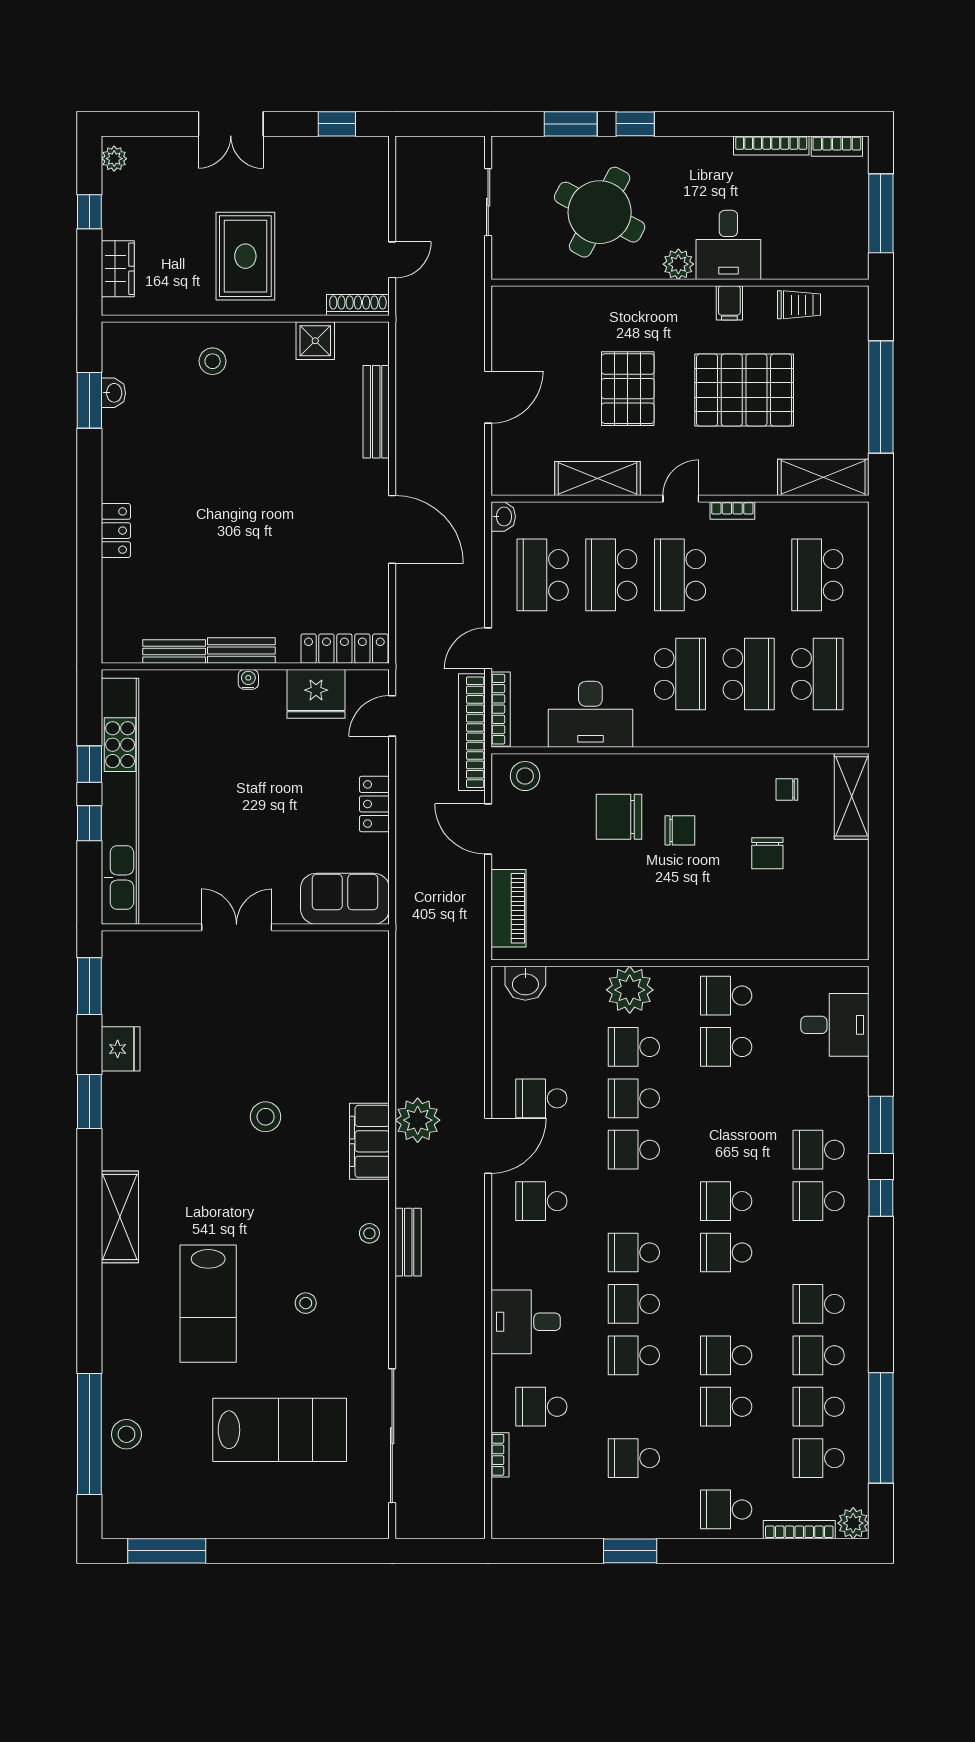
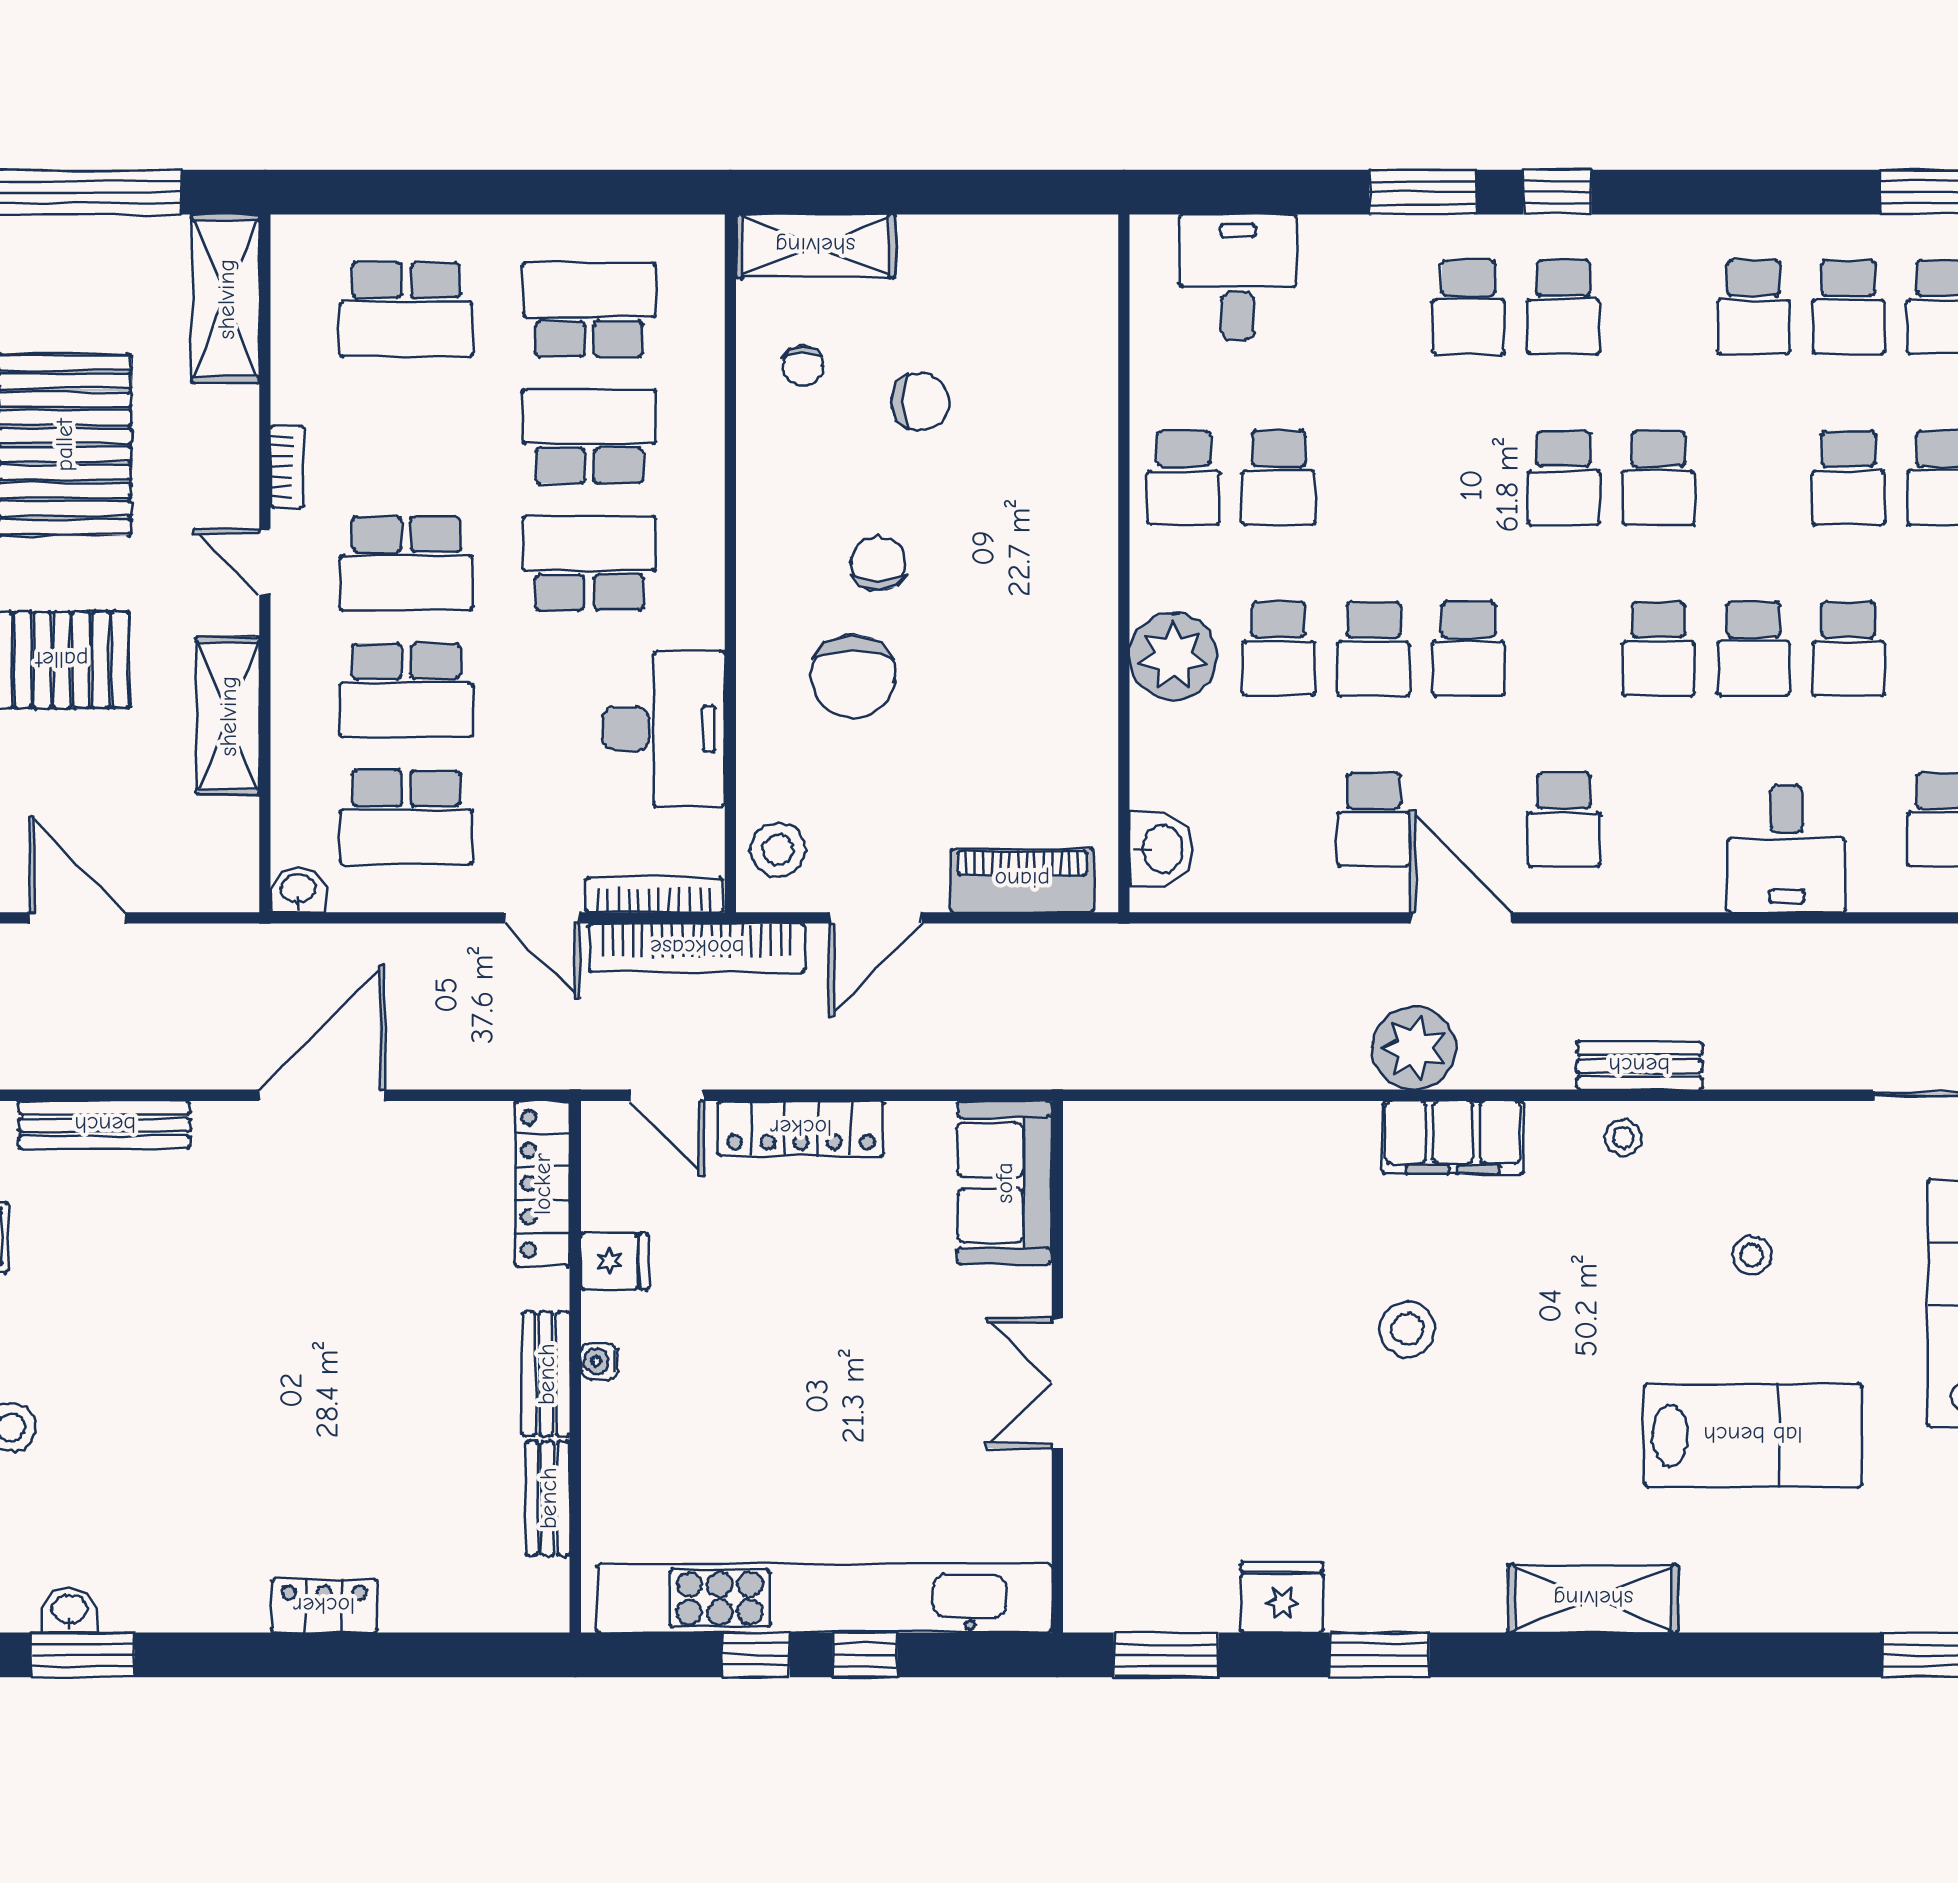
fridge: (316, 694) -> (615, 1261), width x0.53, depth x0.75
locker: (374, 804) -> (801, 1128), width x1.53

